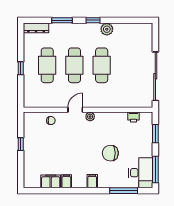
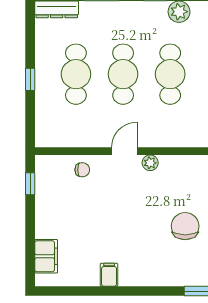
window: (21, 144) -> (30, 184), moved
chair: (110, 153) -> (185, 226), turned 90
filing cabinet: (51, 181) -> (46, 256), moved, turned 90
filing cabinet: (92, 181) -> (154, 275), removed

